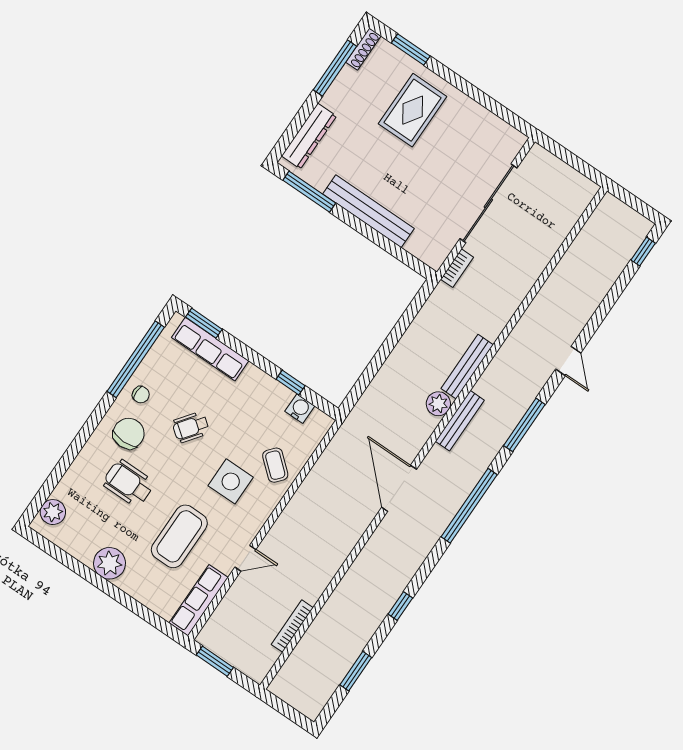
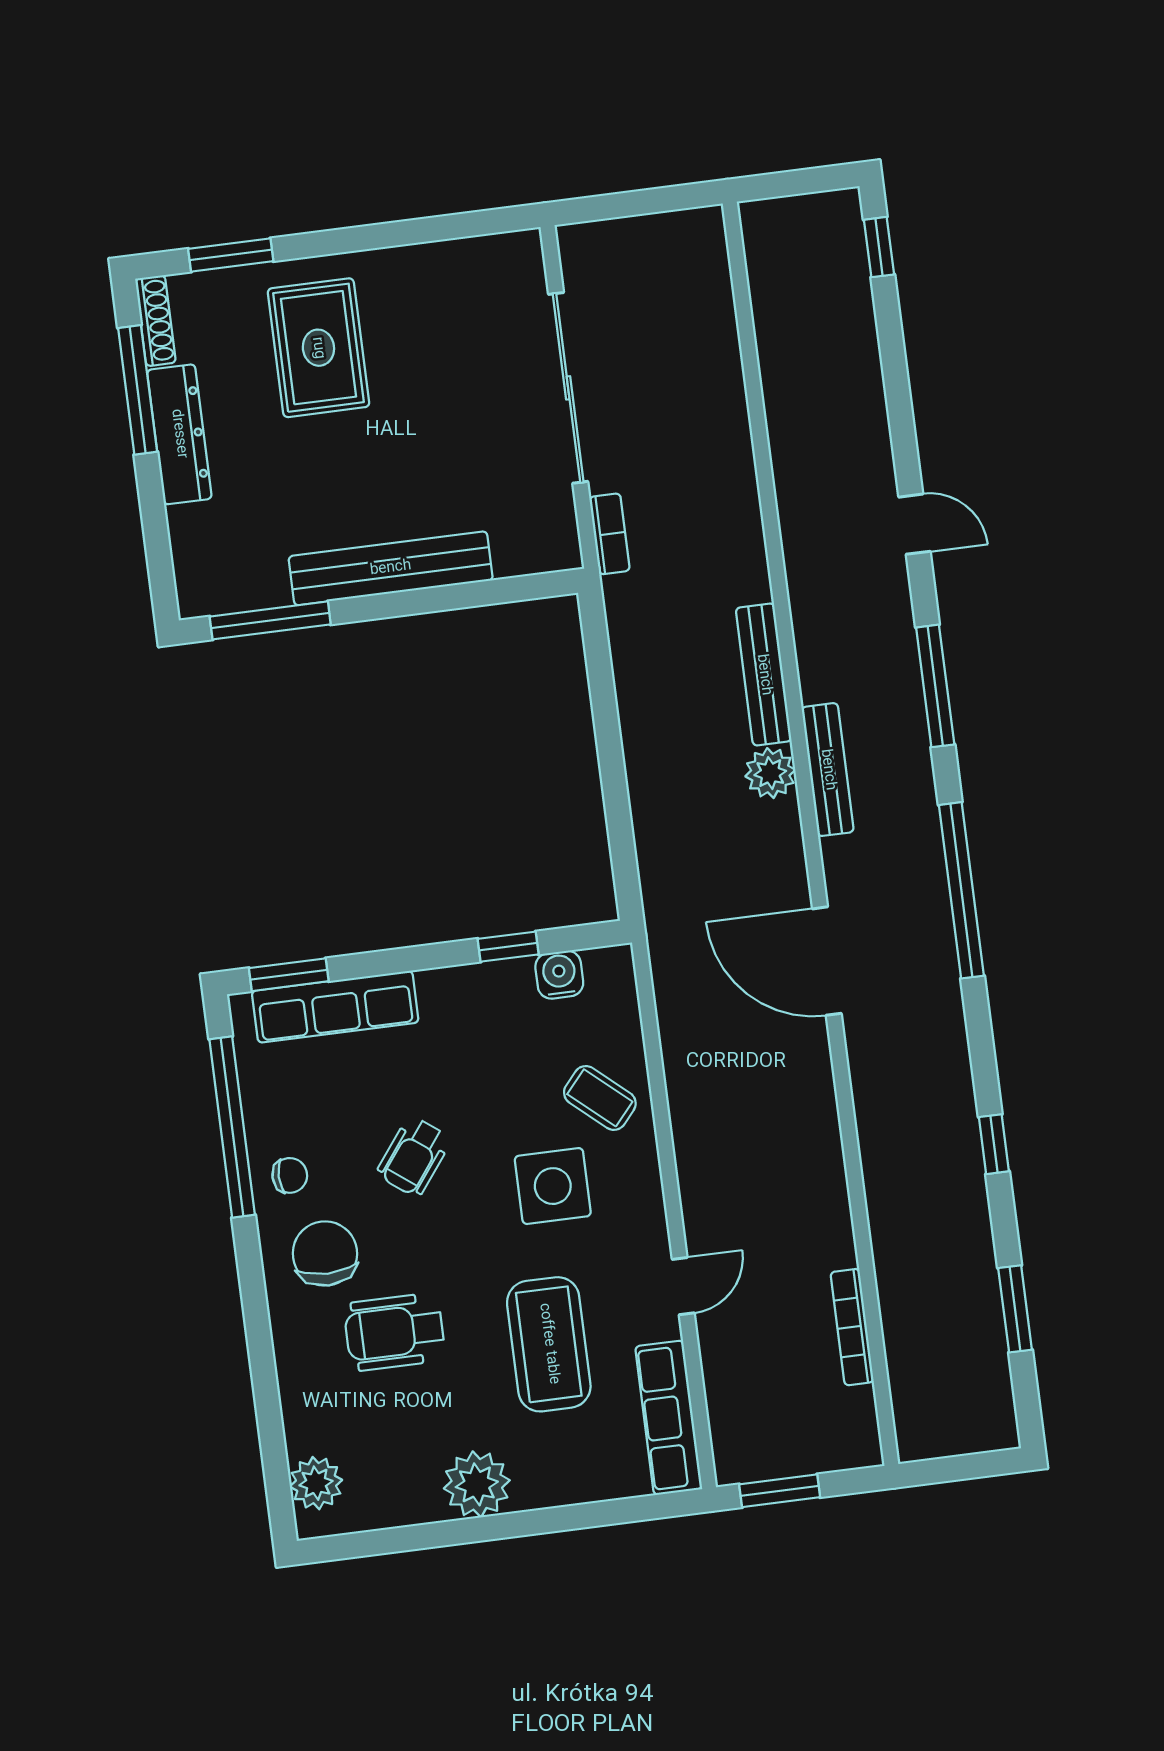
dresser: (309, 136) -> (179, 434), moved

